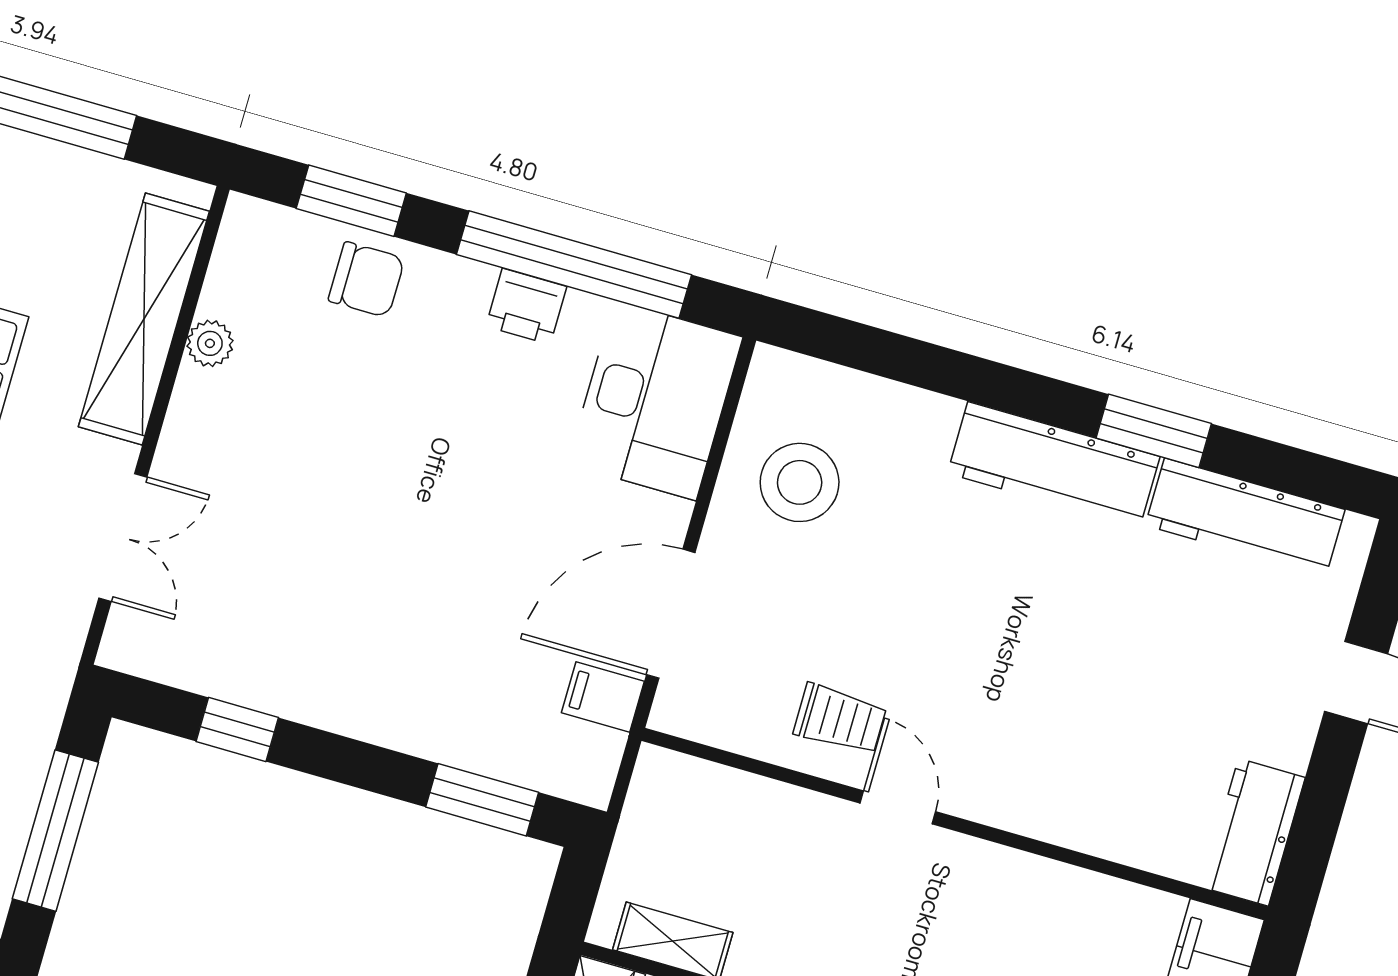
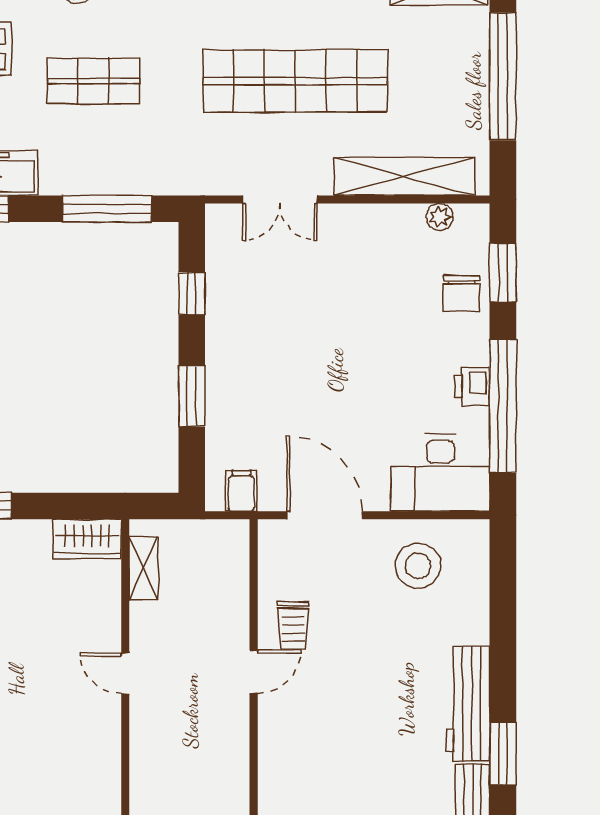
plant: (210, 343) -> (440, 217), moved
filing cabinet: (603, 697) -> (241, 491), moved
window: (482, 800) -> (192, 396), moved

